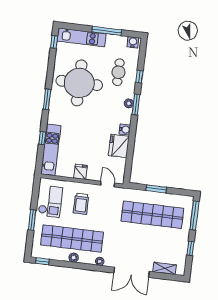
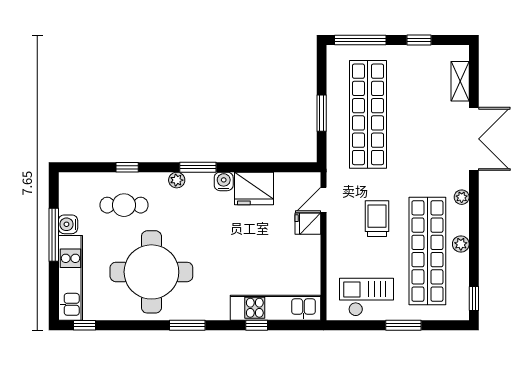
water cooler: (133, 42) -> (68, 224), moved
window: (136, 104) -> (198, 167), moved
fridge: (81, 172) -> (308, 224), moved
trolley: (81, 204) -> (377, 219), moved, turned -90

